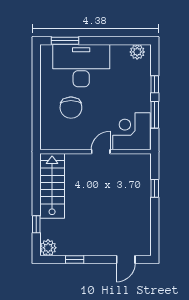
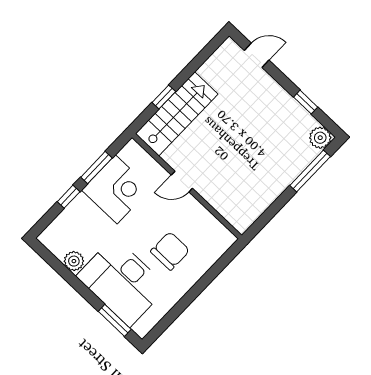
plant: (137, 52) -> (74, 261), moved
corner desk: (132, 131) -> (116, 189), moved, turned -90
stairs: (52, 186) -> (177, 114), moved, turned 180
window: (36, 224) -> (310, 171), width x2.17

